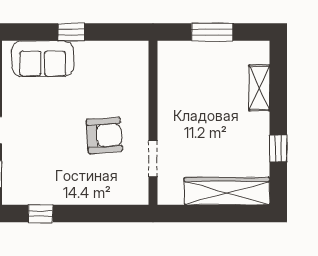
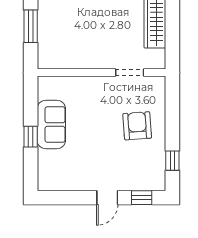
sofa: (43, 59) -> (51, 125), moved
armchair: (104, 135) -> (137, 126), moved

